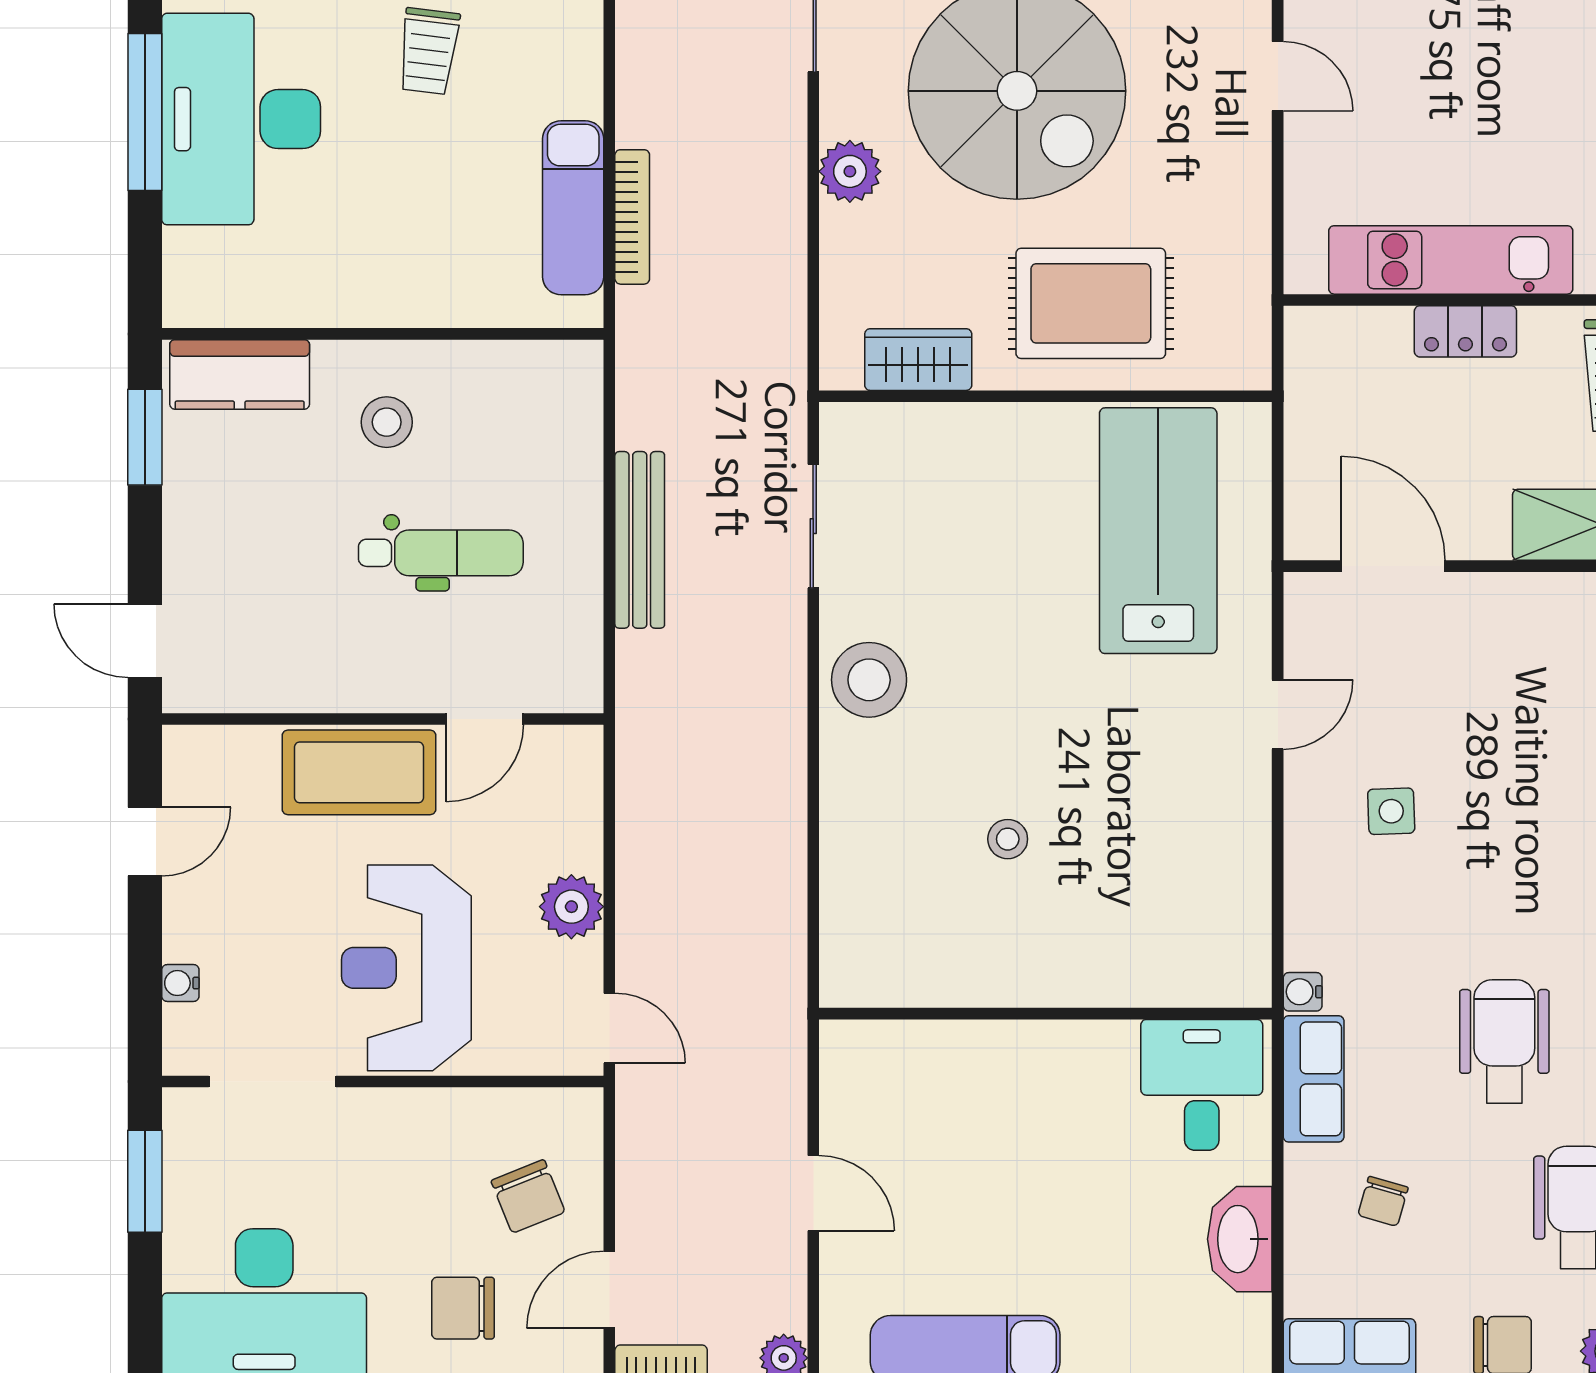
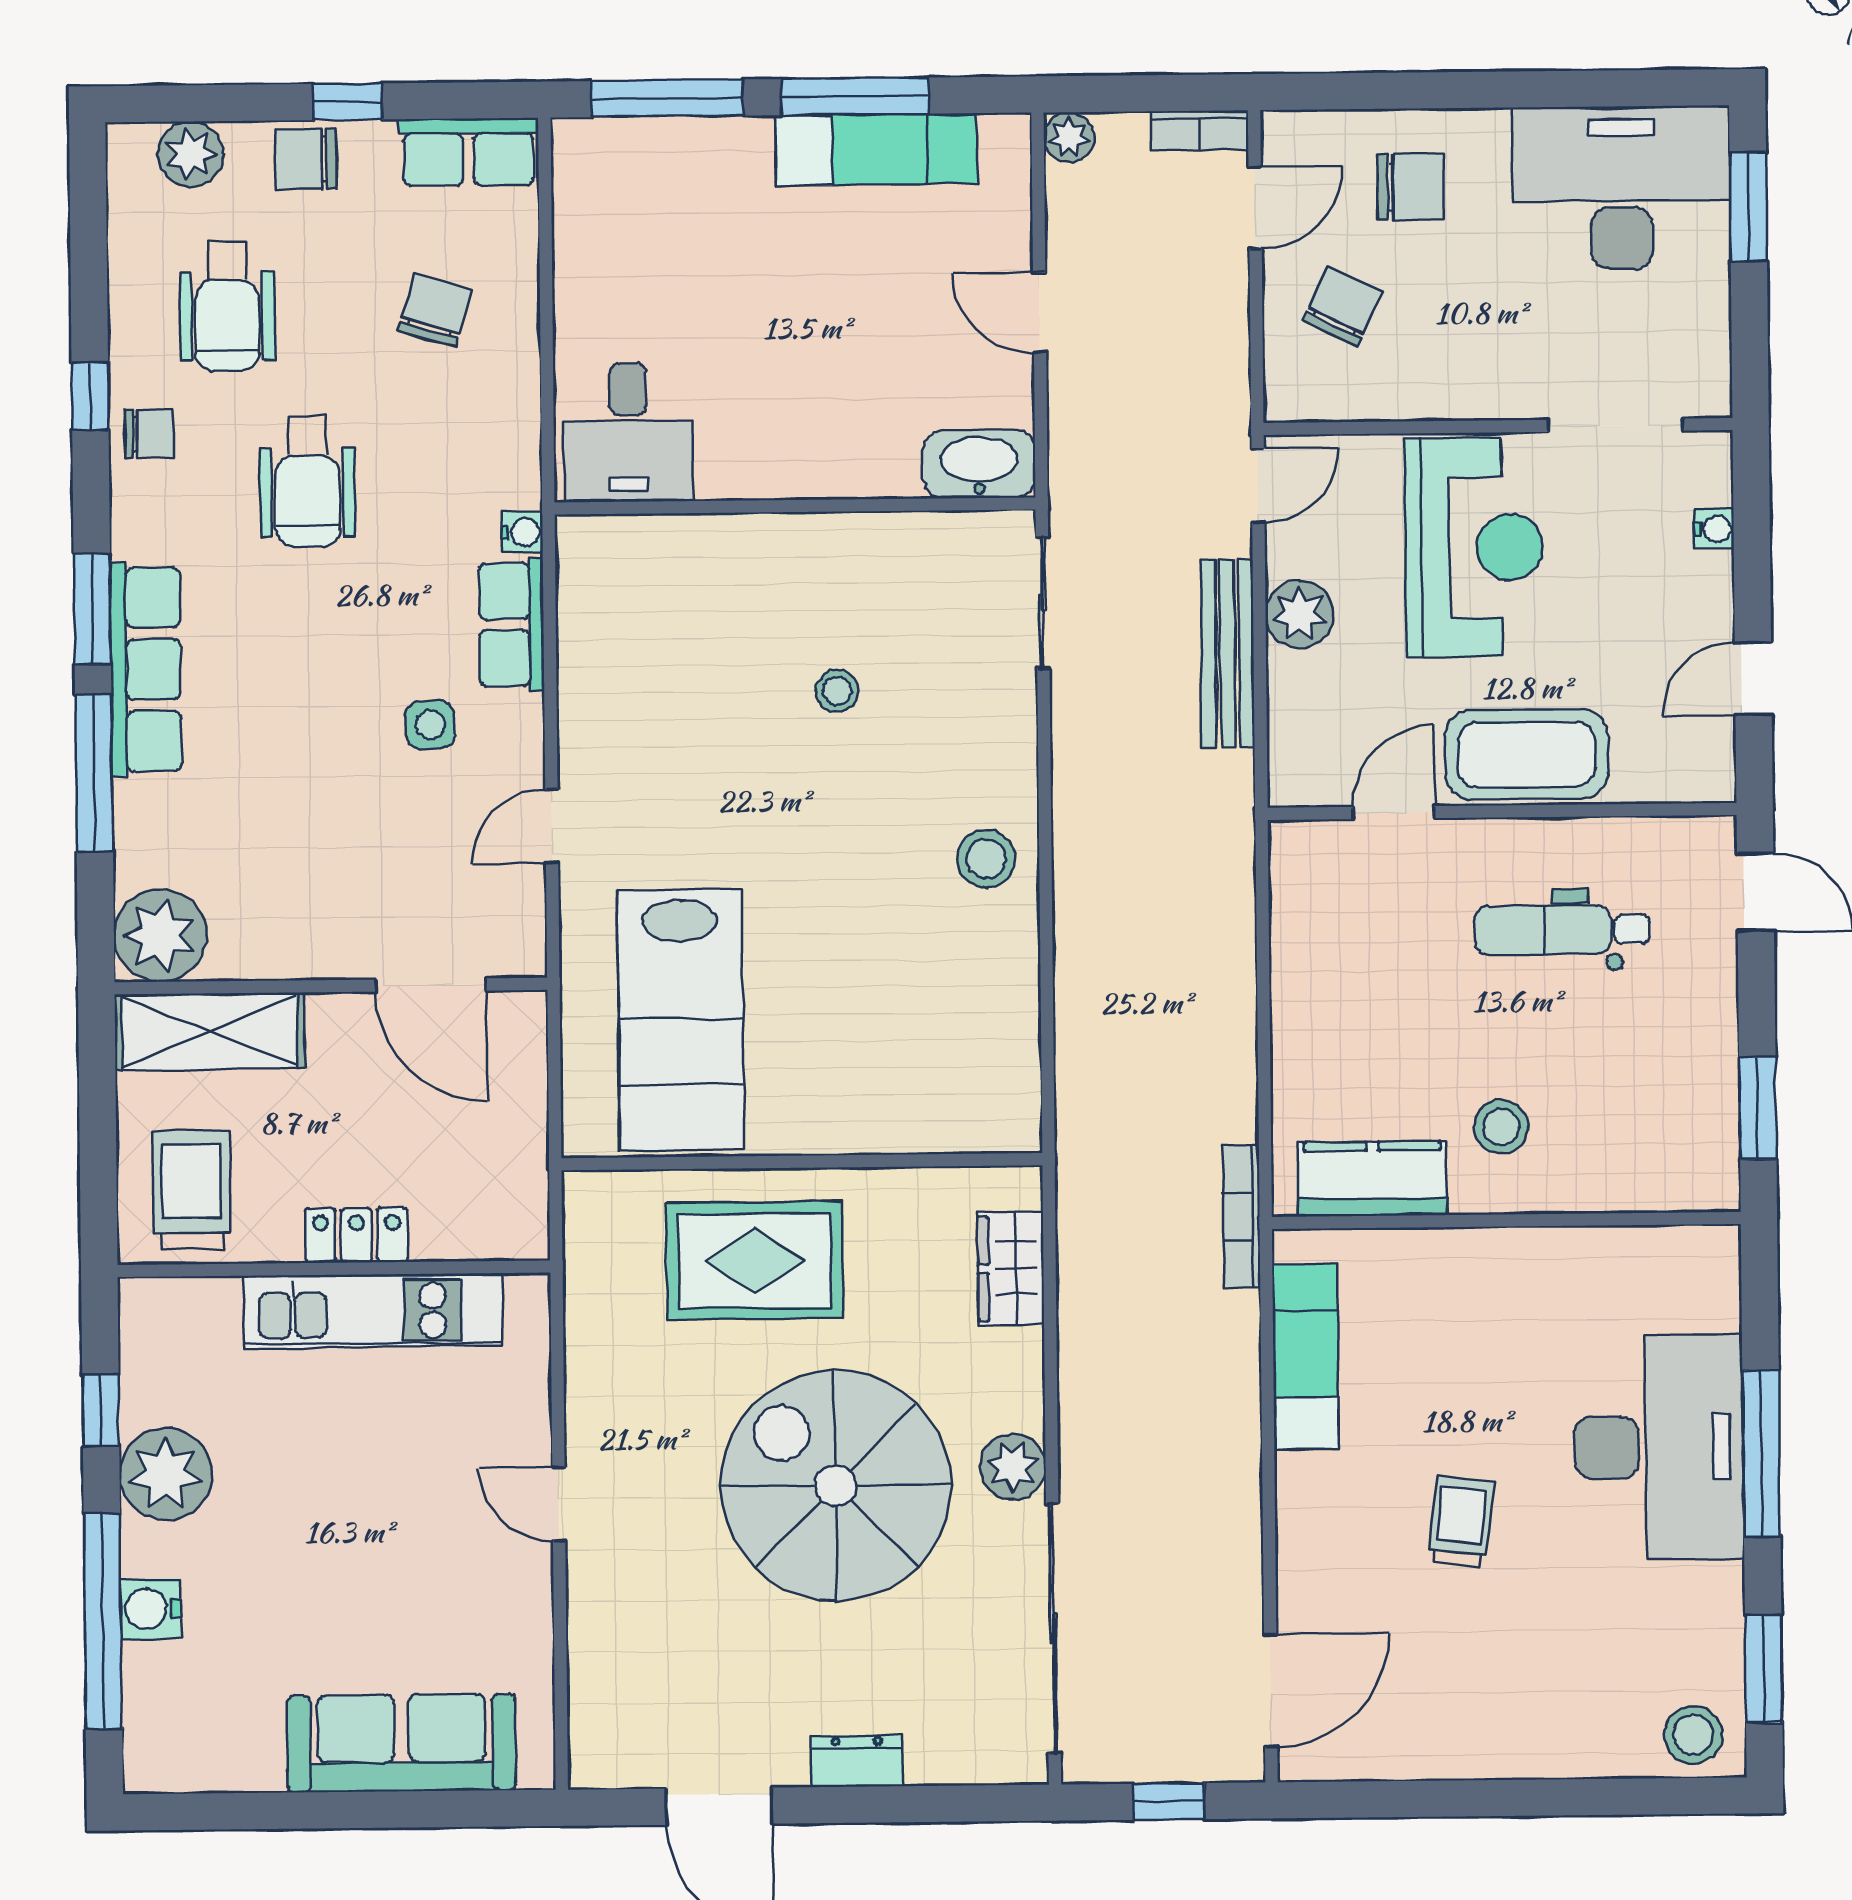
plant: (850, 171) -> (1013, 1467), moved
bookcase: (632, 217) -> (1241, 1217), moved
wardrobe: (918, 360) -> (1011, 1269), moved, turned 90
kitchen counter: (240, 374) -> (1372, 1179), moved
sliding door: (813, 526) -> (1043, 603), moved
bench: (640, 540) -> (1227, 654), moved
dental chair: (441, 553) -> (1562, 930), moved
stool: (869, 680) -> (986, 859), width x0.73, depth x0.73
door: (609, 1028) -> (1258, 486), swing flipped
row of seats: (1314, 1079) -> (511, 625), moved
window: (145, 1181) -> (1748, 207), moved
chair: (528, 1196) -> (1342, 306), turned 48
chair: (1383, 1201) -> (434, 310), width x1.37, depth x1.37
washbasin: (1240, 1239) -> (979, 464), moved, turned -90

